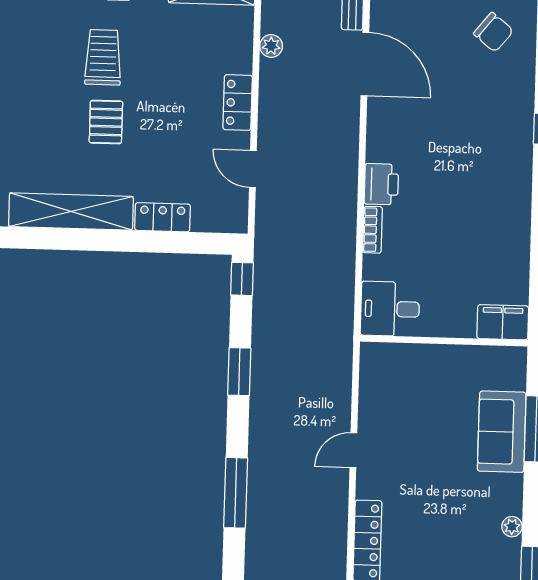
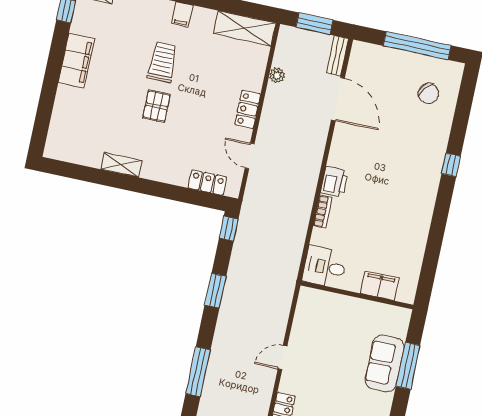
shelving: (71, 211) -> (121, 165), width x0.45, depth x0.75
locker: (163, 217) -> (207, 182), moved
filing cabinet: (503, 322) -> (380, 286), moved

